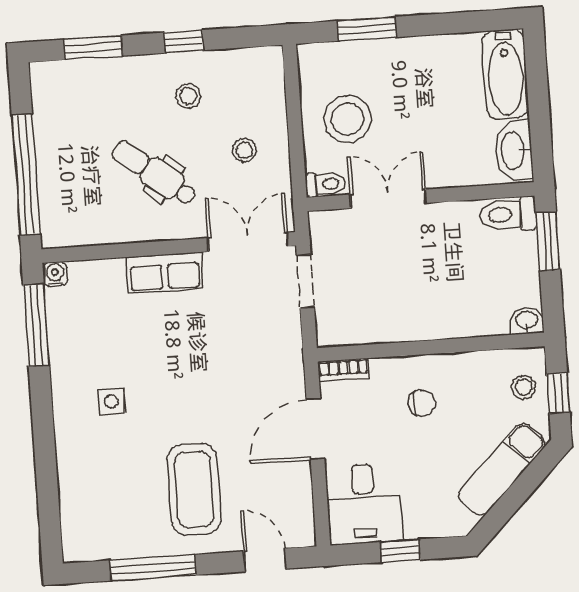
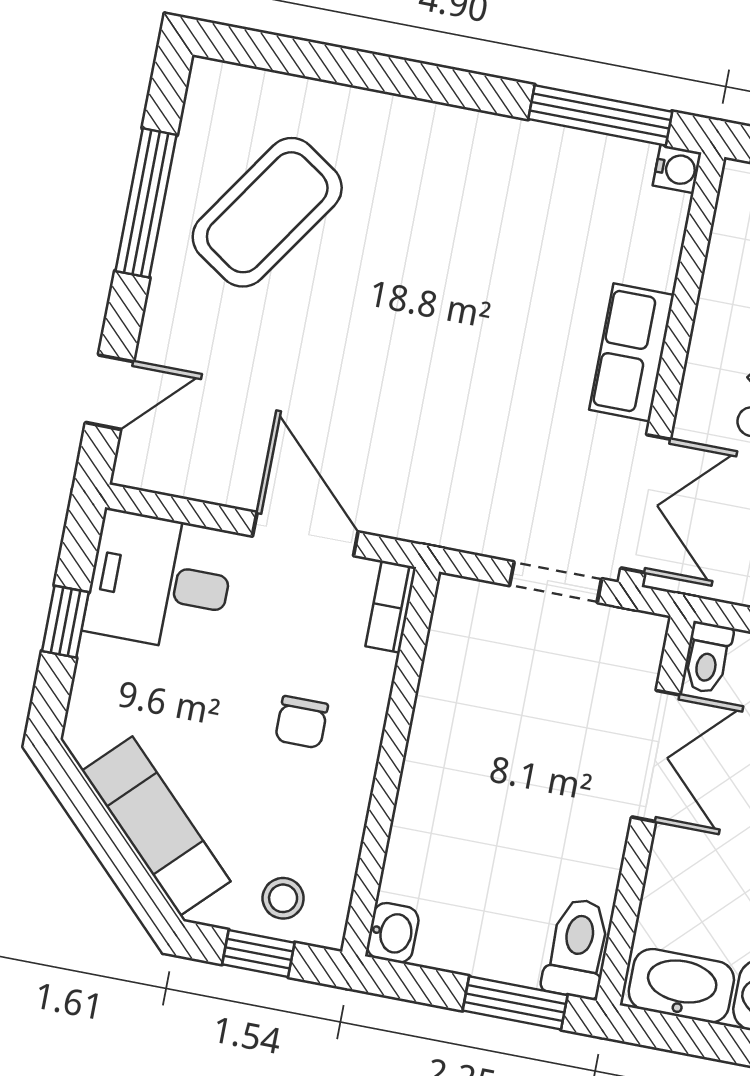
side table: (111, 402) -> (440, 206), removed
coffee table: (194, 489) -> (267, 212), moved, turned -56

